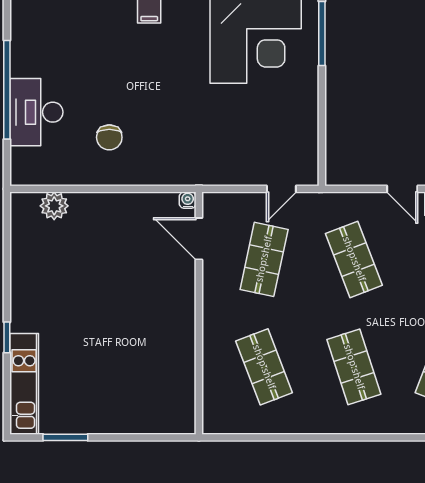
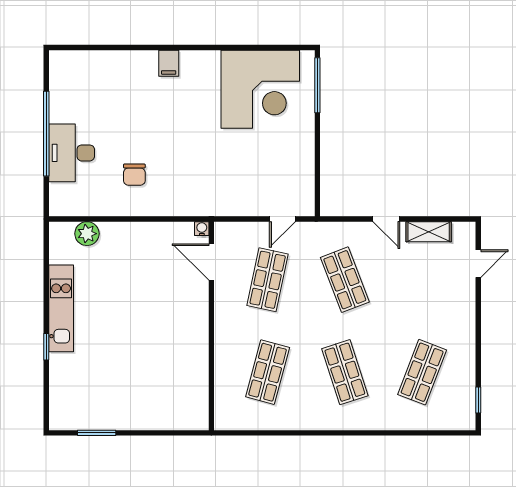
shop shelf: (264, 367) -> (268, 372), turned 36
kitchen unit: (24, 384) -> (61, 308), moved

